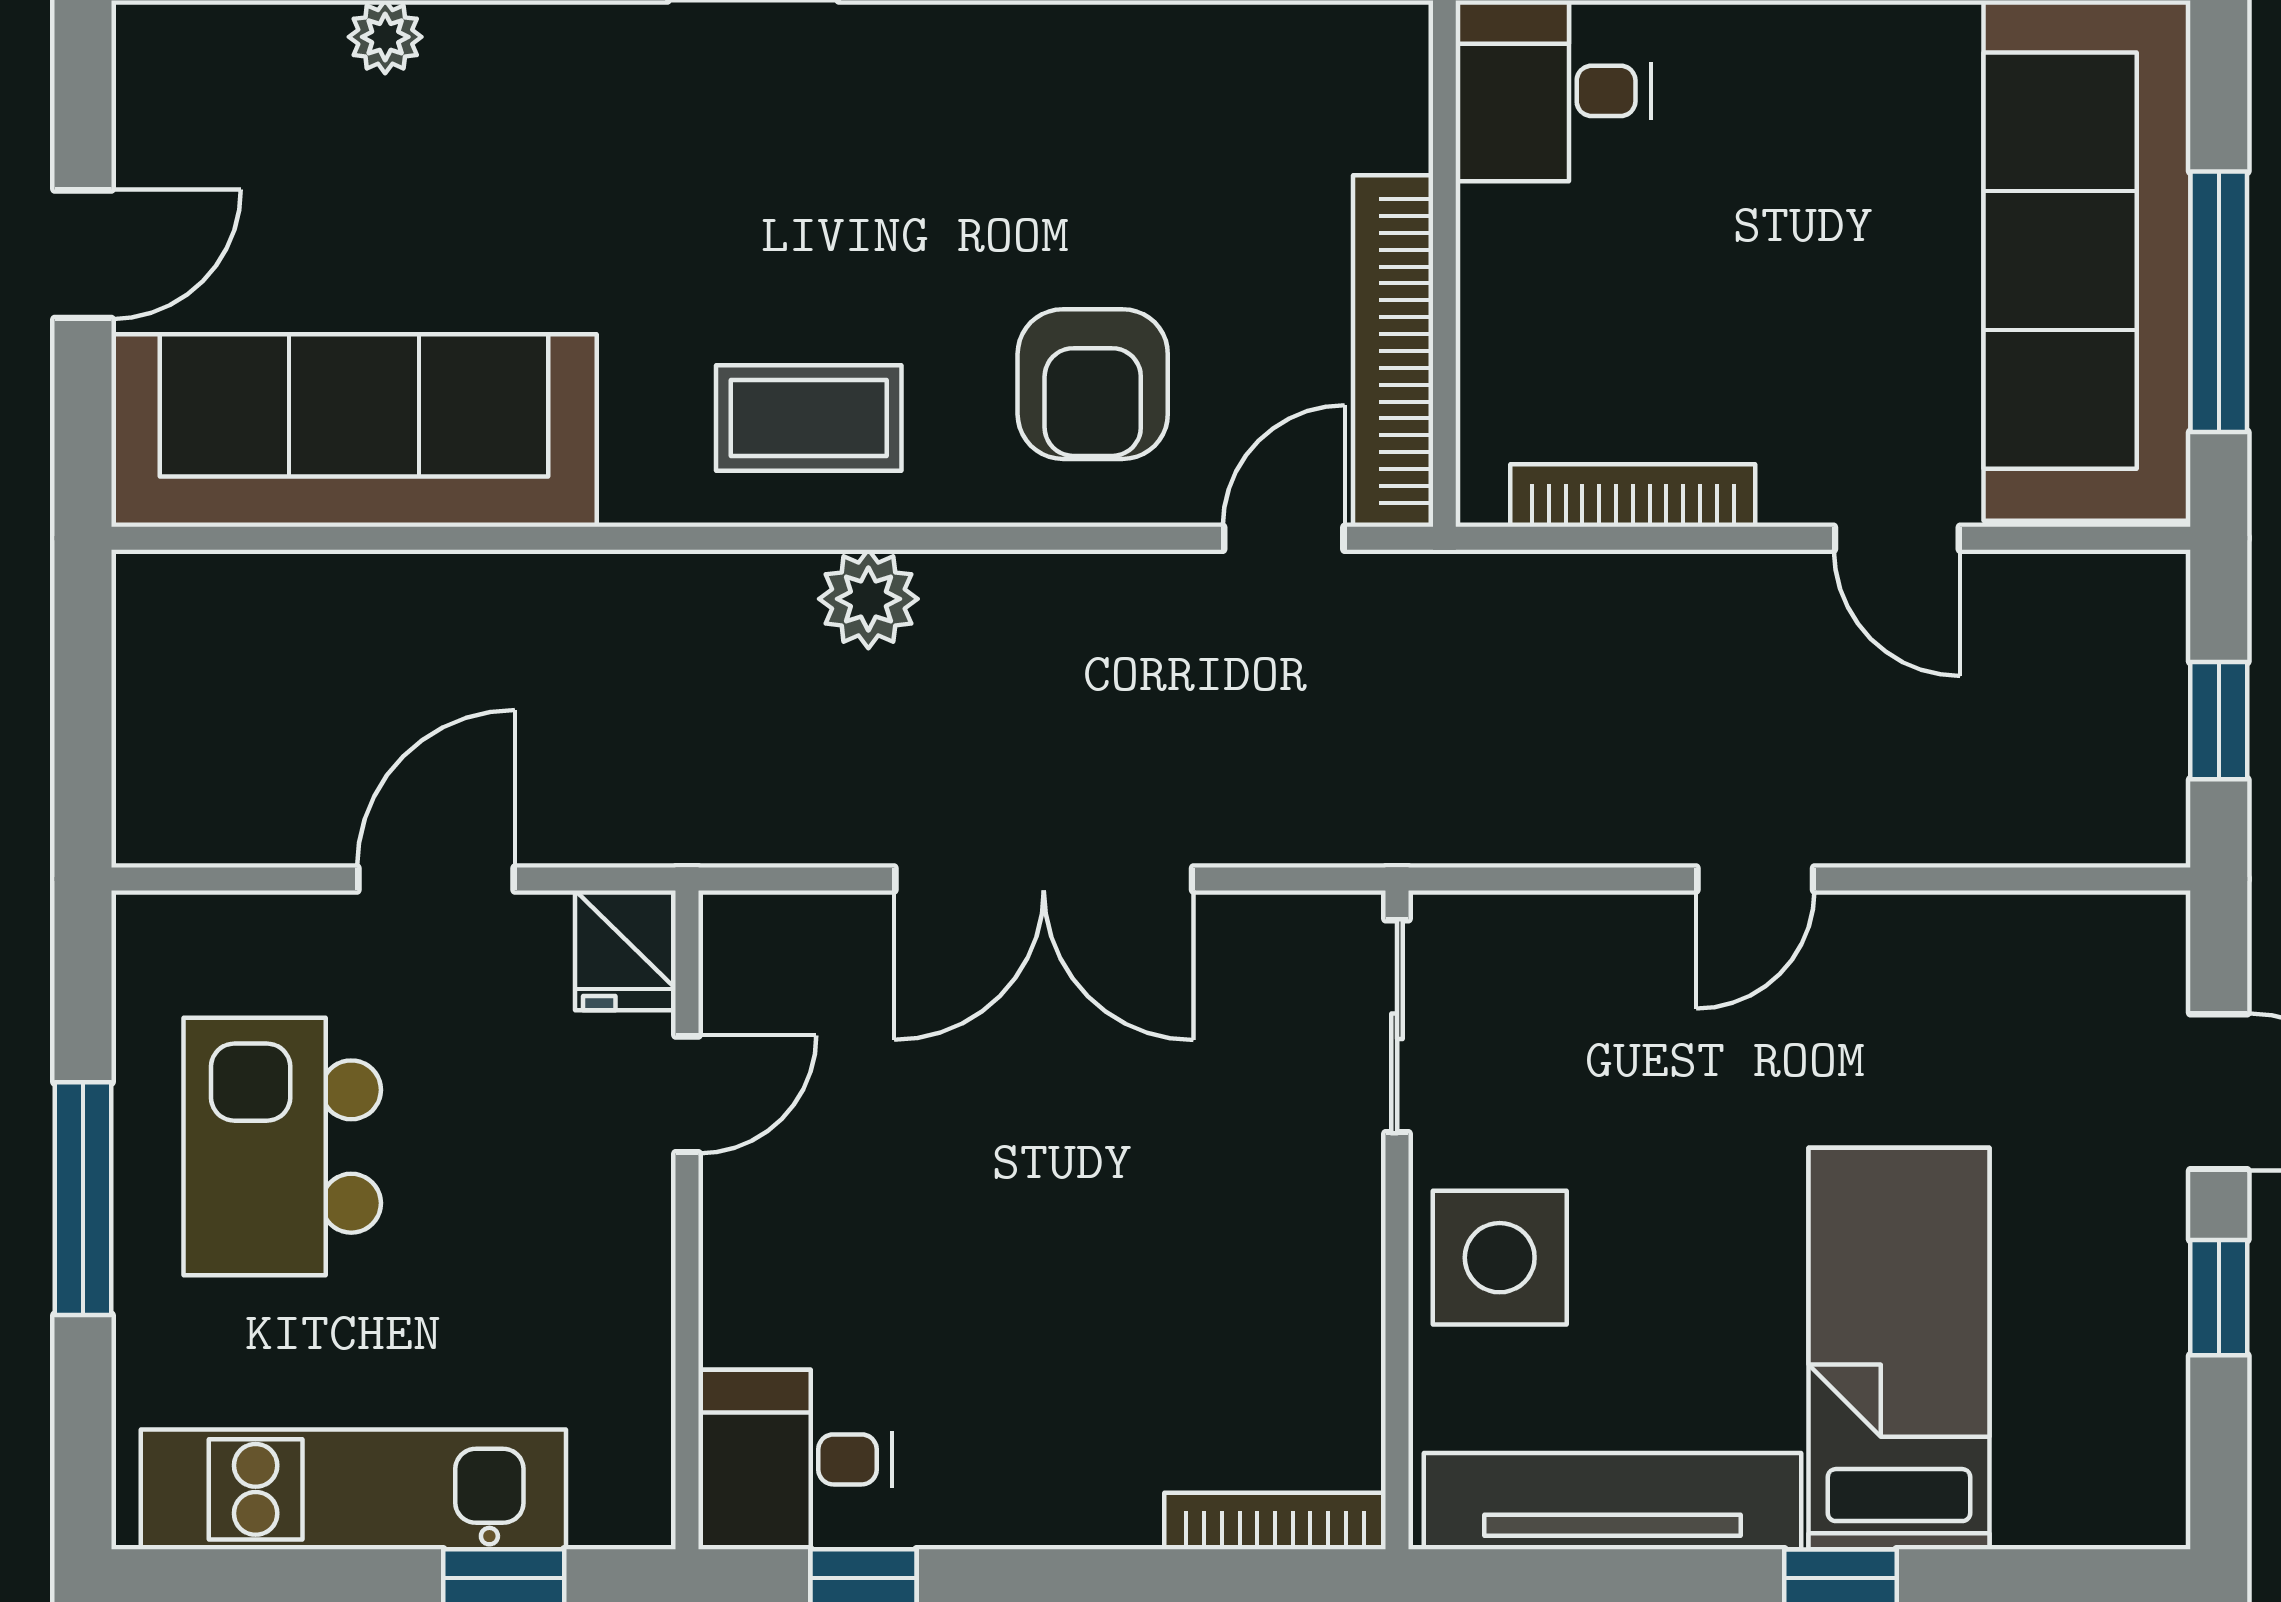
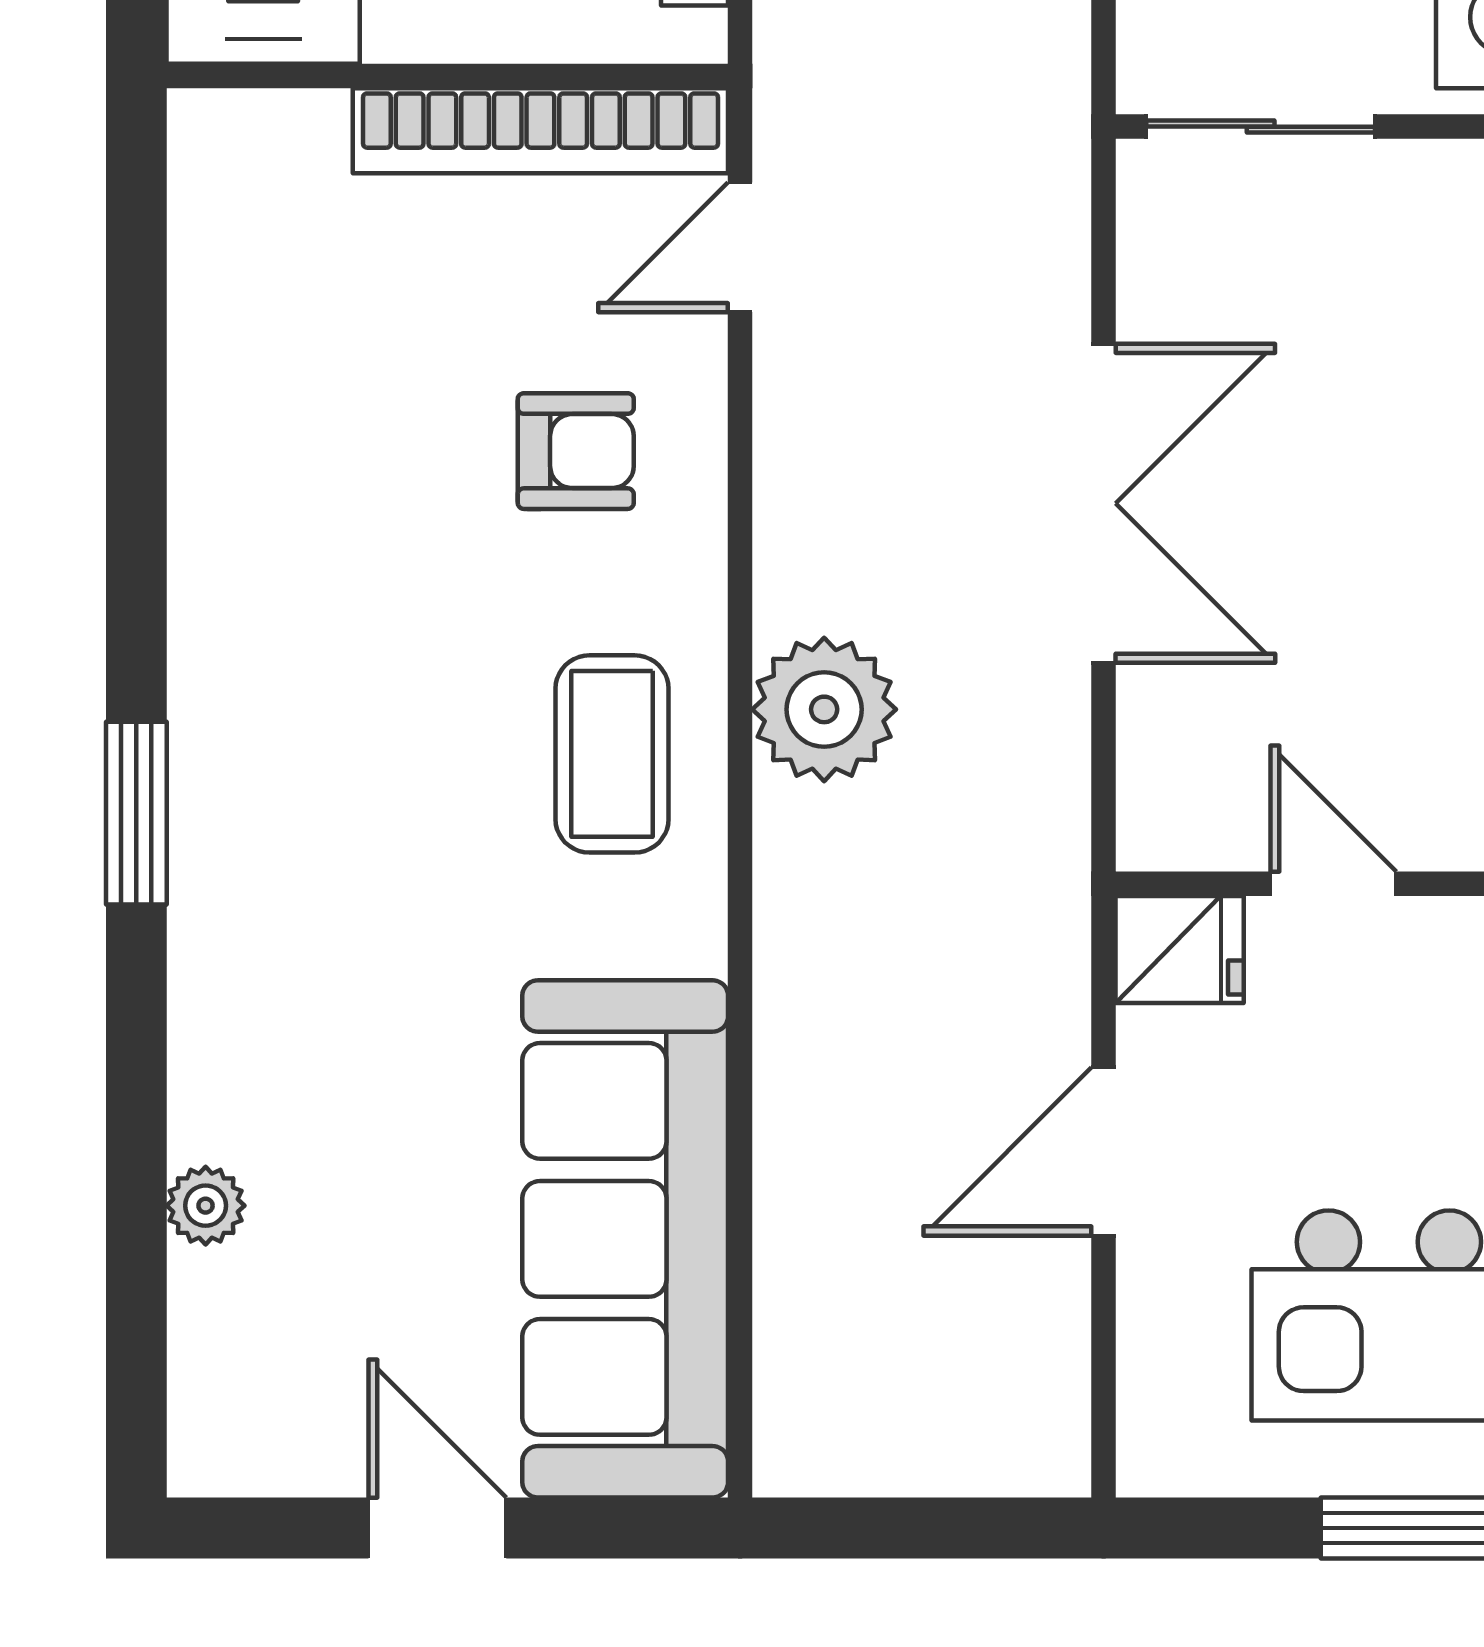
armchair: (1093, 384) -> (576, 451), width x0.72, depth x0.72
door: (1284, 538) -> (740, 247), hinge flipped
plant: (868, 599) -> (824, 709), width x1.36, depth x1.36
door: (436, 879) -> (1104, 1151), hinge flipped

